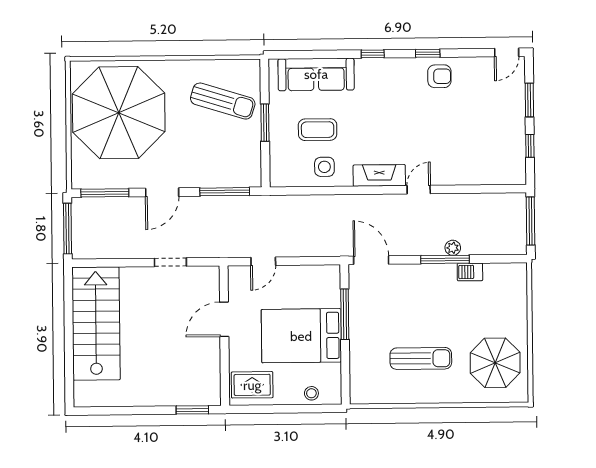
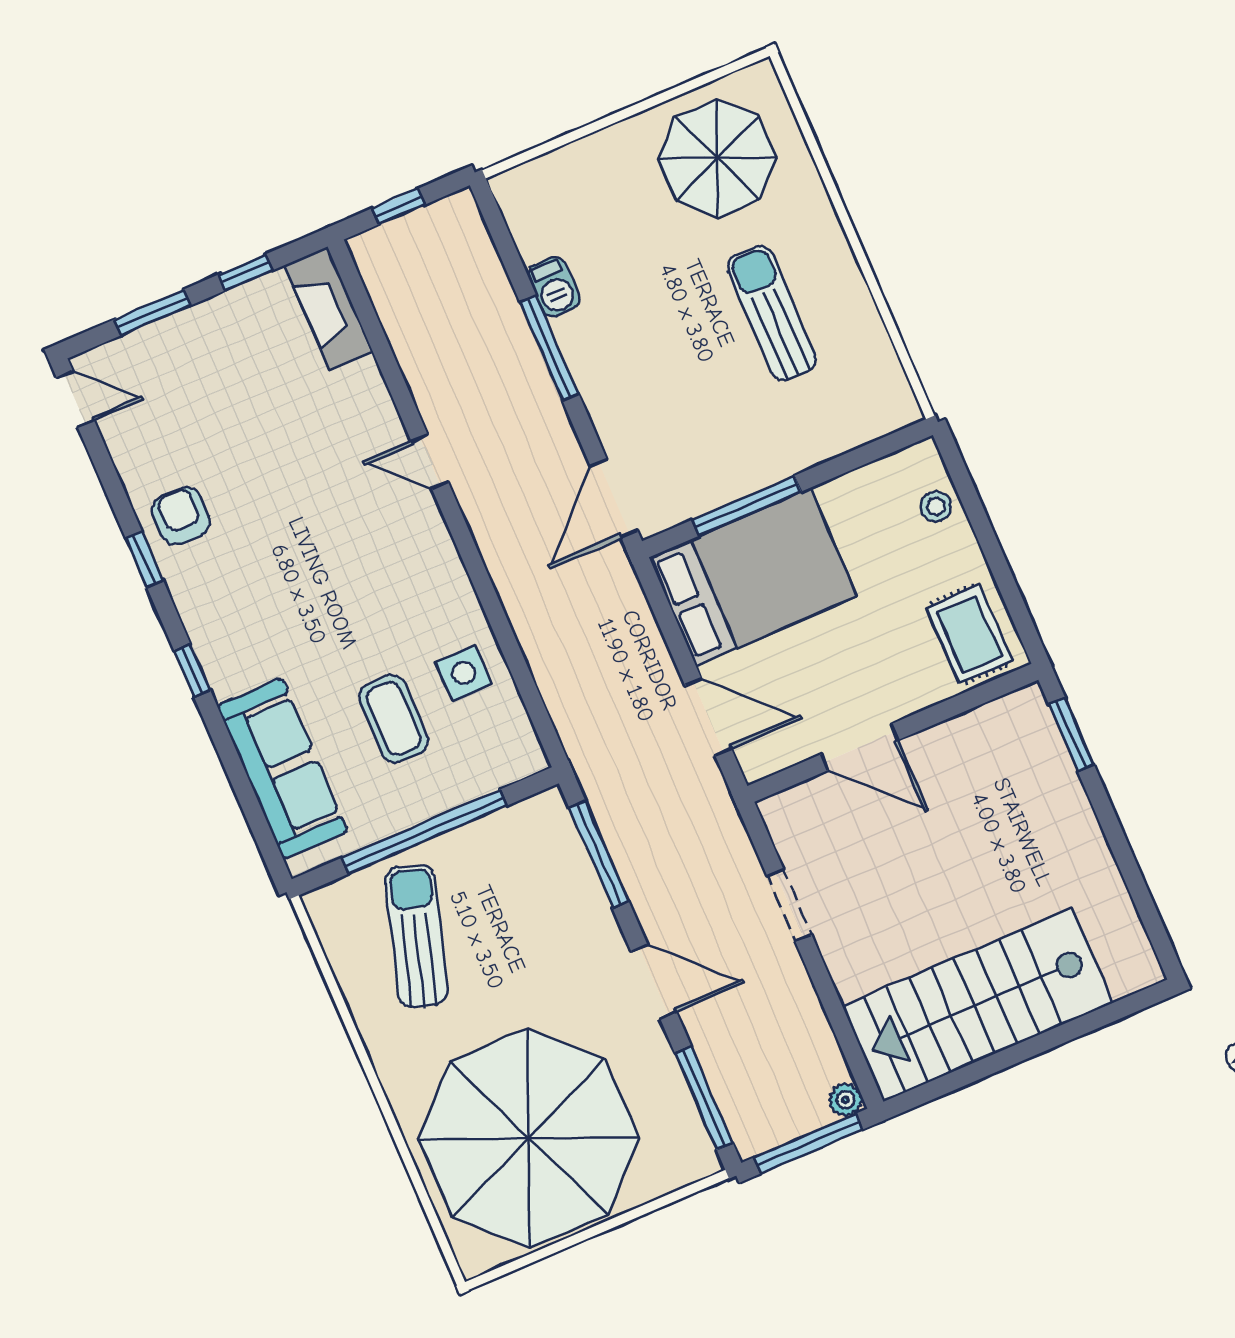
window: (265, 123) -> (424, 832), width x2.11
fireplace: (379, 175) -> (329, 308), moved
window: (531, 221) -> (398, 207), width x0.46
plant: (453, 248) -> (845, 1100), moved
door: (263, 261) -> (708, 717), width x1.38
bed: (301, 336) -> (753, 577), moved, turned -90

